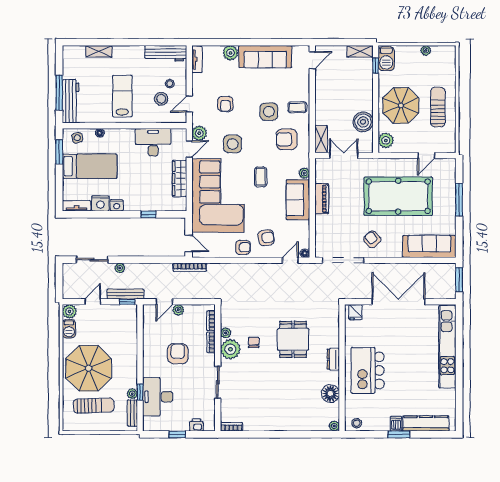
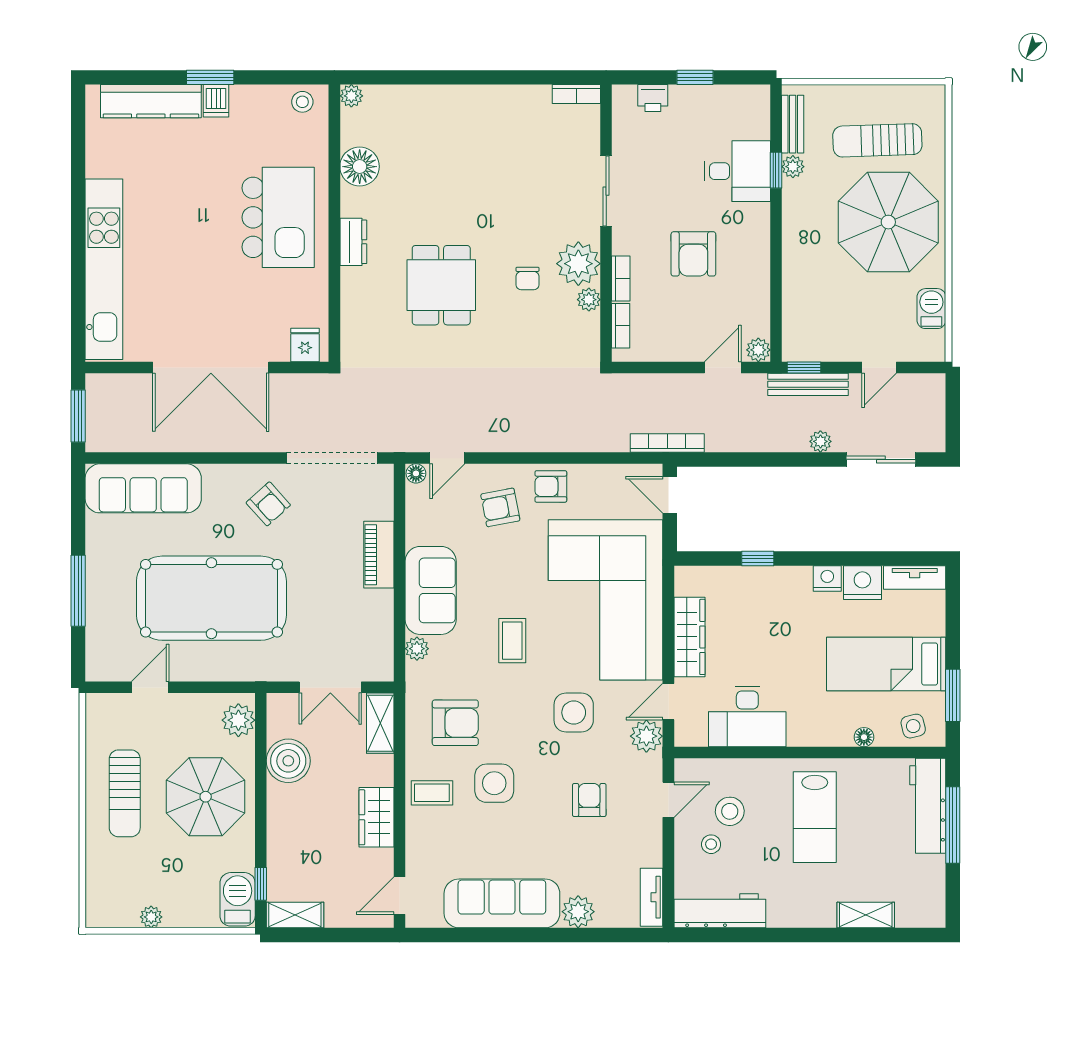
wardrobe: (323, 96) -> (376, 817), added
piano: (322, 199) -> (379, 555), moved
plant: (178, 310) -> (758, 350), moved
plant: (69, 311) -> (930, 346), removed
desk: (158, 397) -> (737, 171), width x0.73

